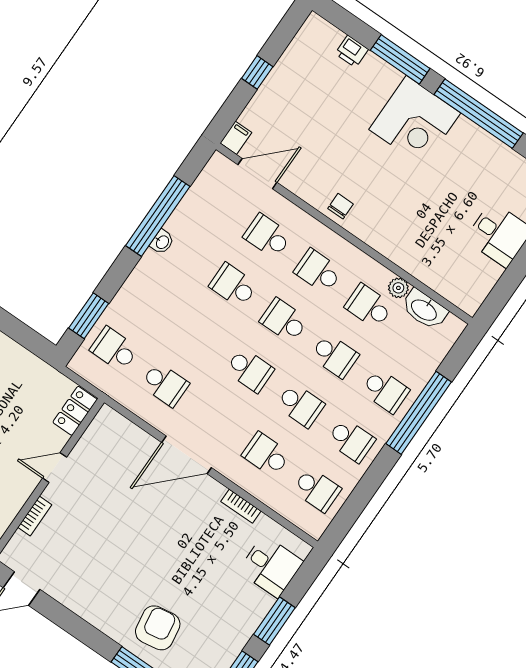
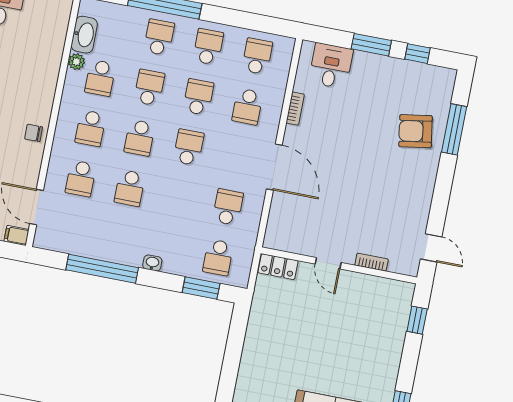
washbasin: (162, 242) -> (152, 263), moved

